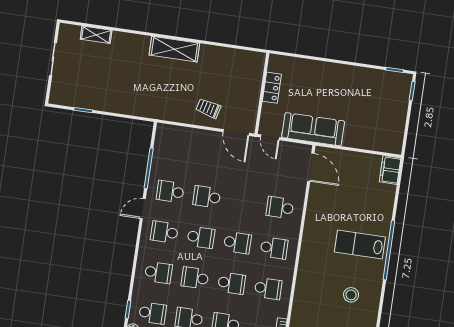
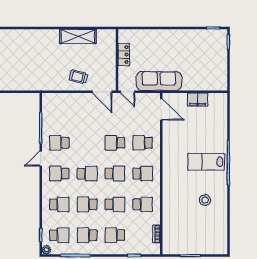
shelving: (174, 49) -> (78, 36), moved
filing cabinet: (390, 170) -> (198, 100), moved, turned -90
school desk: (207, 197) -> (115, 143), moved

